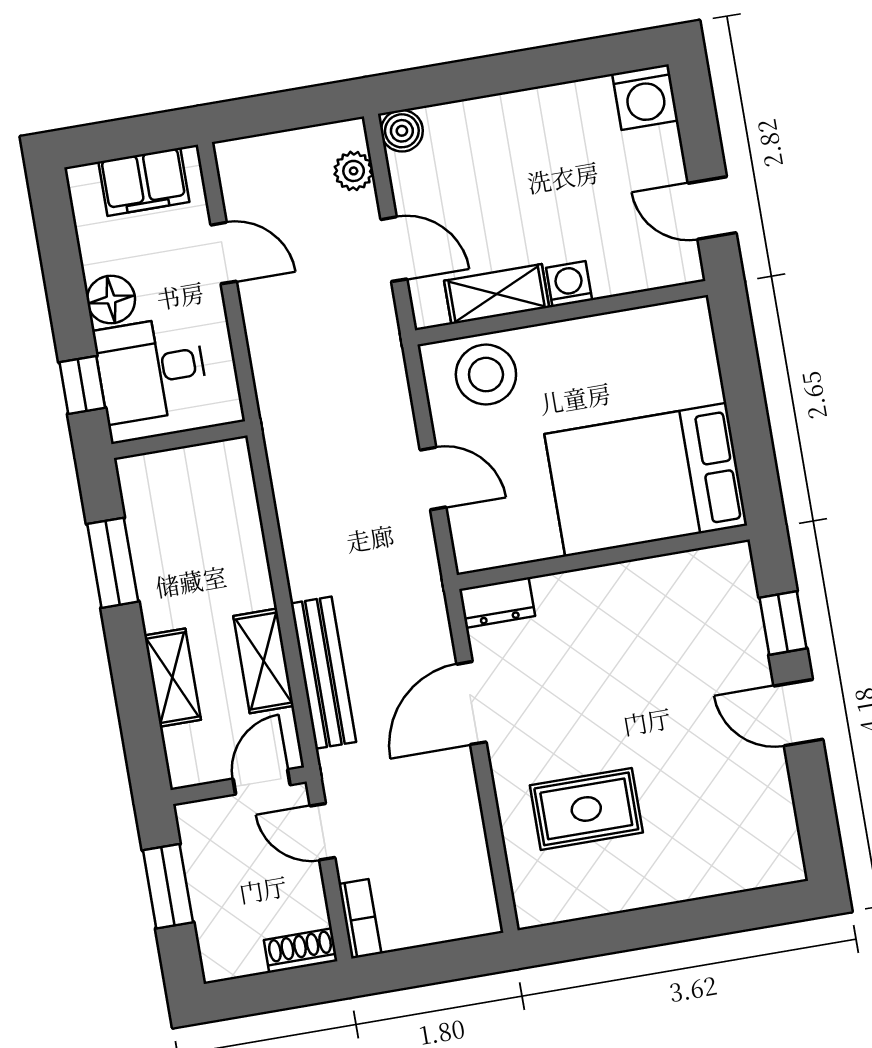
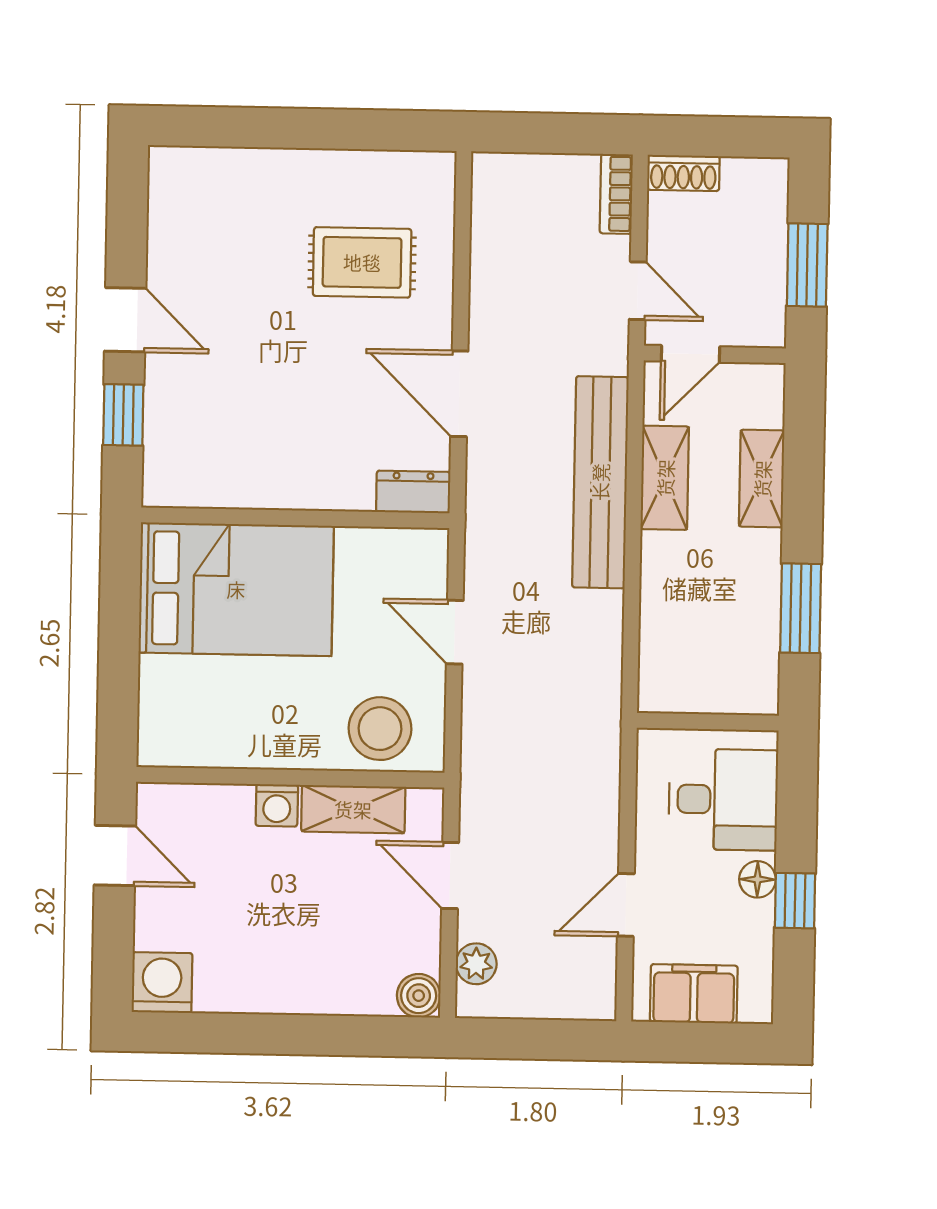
door: (224, 253) -> (626, 905), hinge flipped
floor lamp: (111, 300) -> (757, 879), width x0.73, depth x0.73
window: (82, 385) -> (795, 901), moved
bench: (323, 673) -> (600, 482), width x1.37, depth x1.21
door: (471, 703) -> (459, 394), swing flipped

